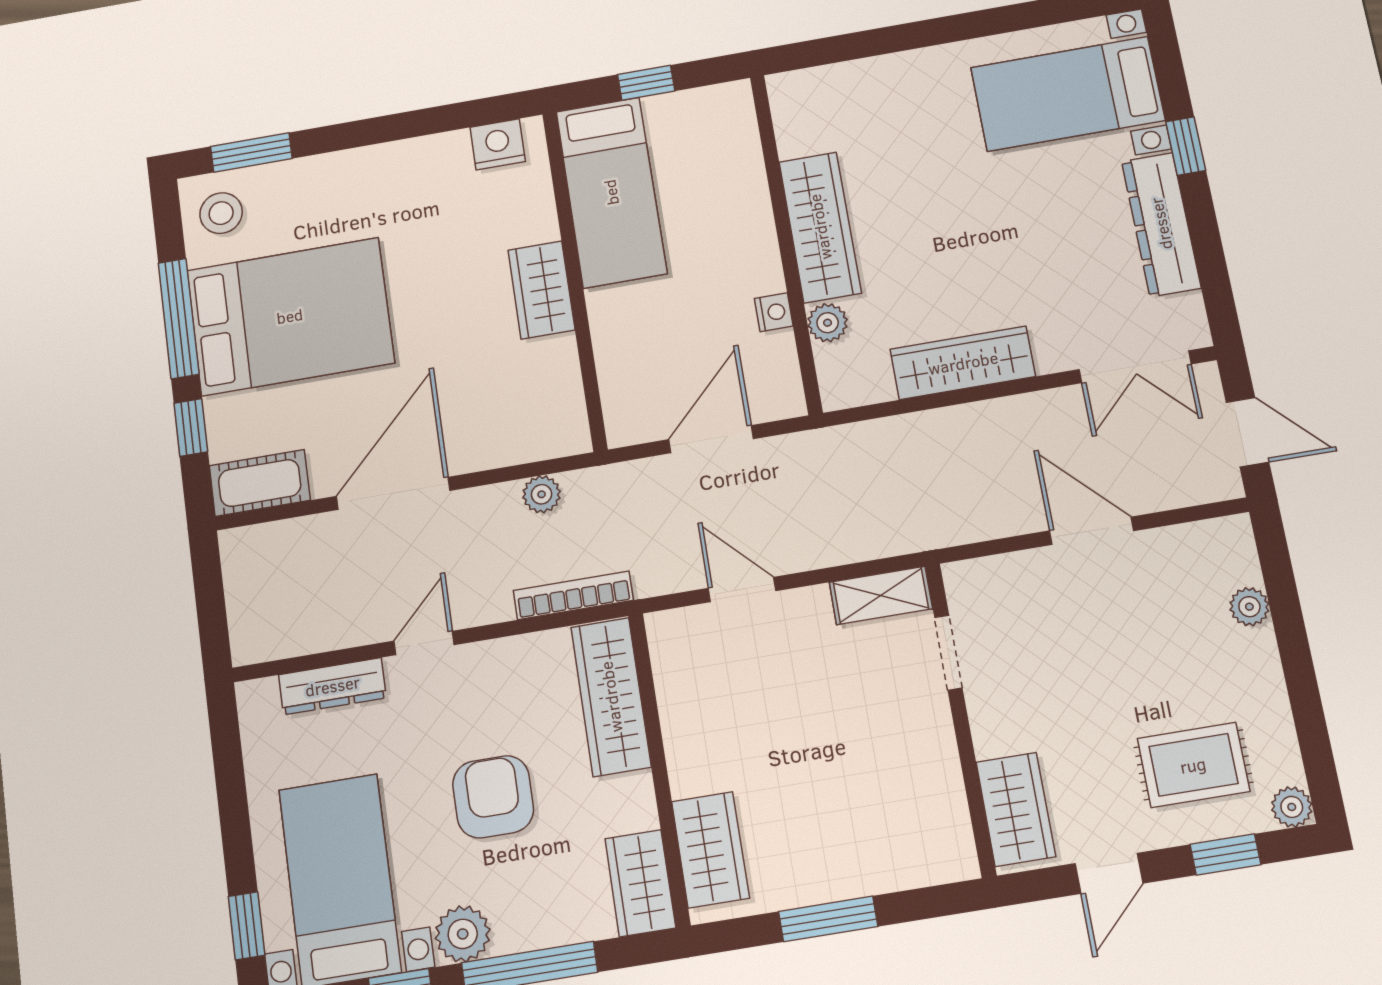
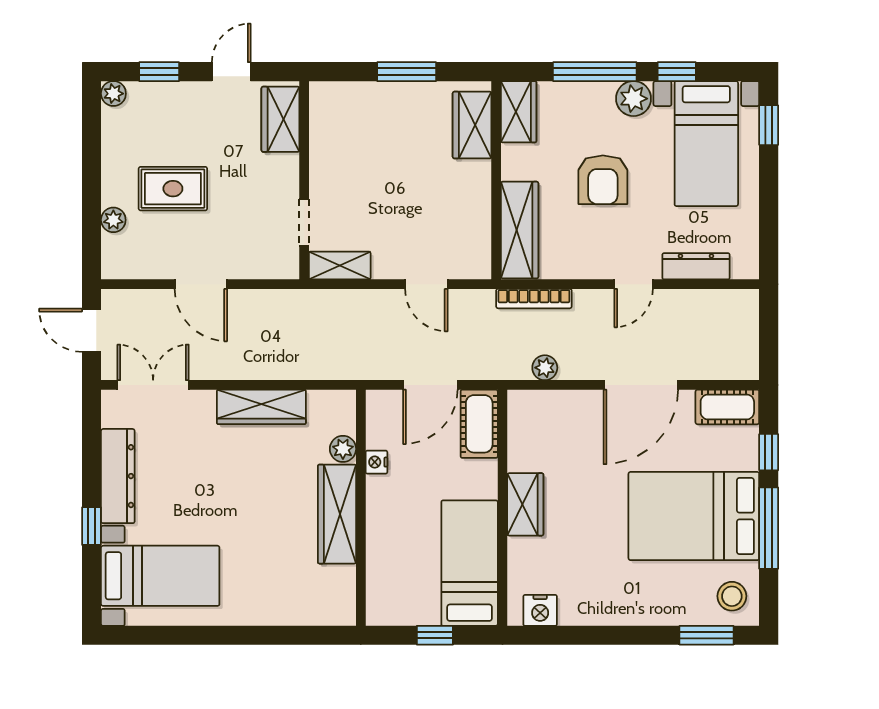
cot: (628, 395) -> (479, 424), added
rug: (1193, 765) -> (173, 189), moved

